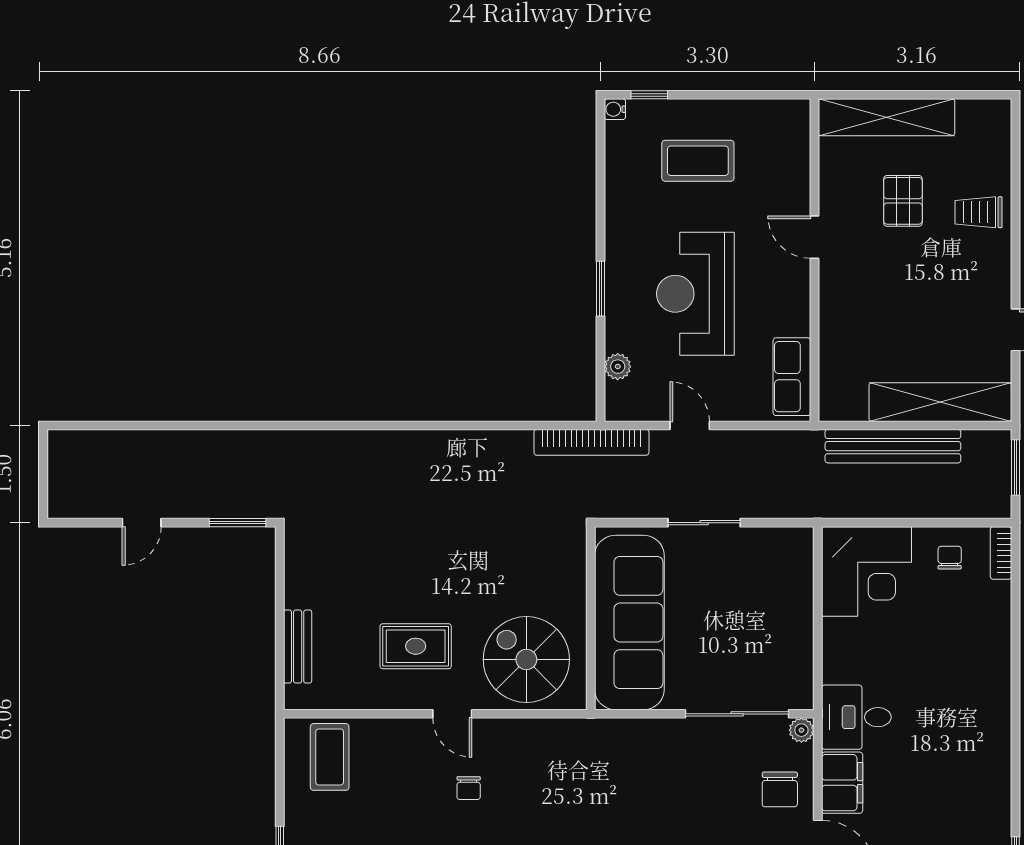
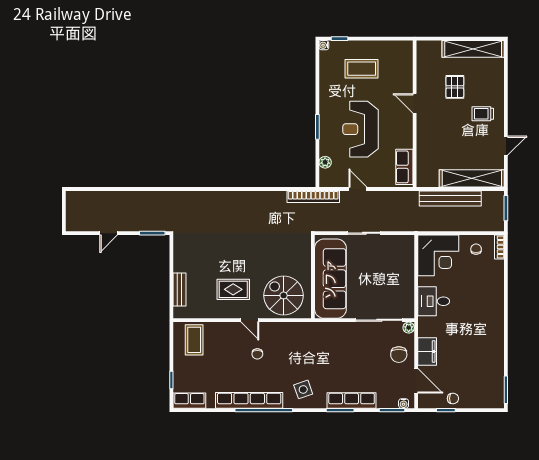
shelving: (887, 117) -> (473, 49), moved
trolley: (978, 212) -> (483, 114), moved
desk: (856, 717) -> (434, 301), moved

